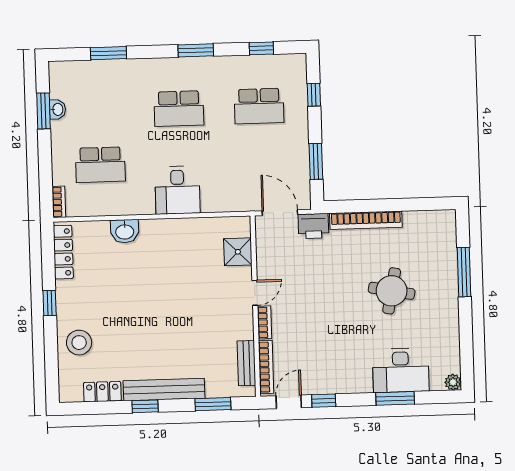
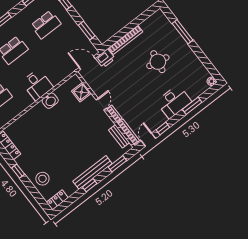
washbasin: (125, 231) -> (50, 101), moved
desk: (401, 370) -> (174, 102), moved
locker: (102, 392) -> (57, 200), moved

